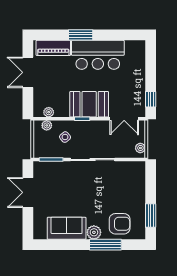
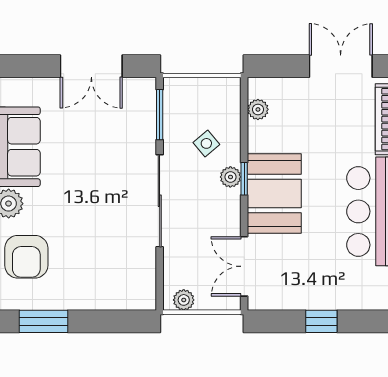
window: (151, 99) -> (321, 321), moved
plant: (47, 125) -> (230, 177), moved
double door: (28, 192) -> (91, 66), swing flipped

